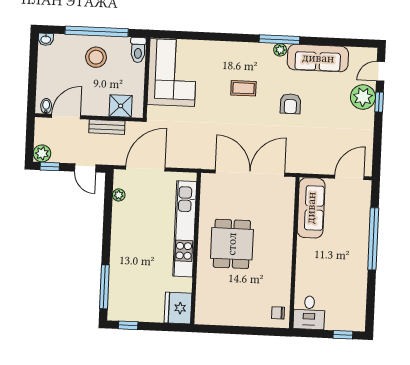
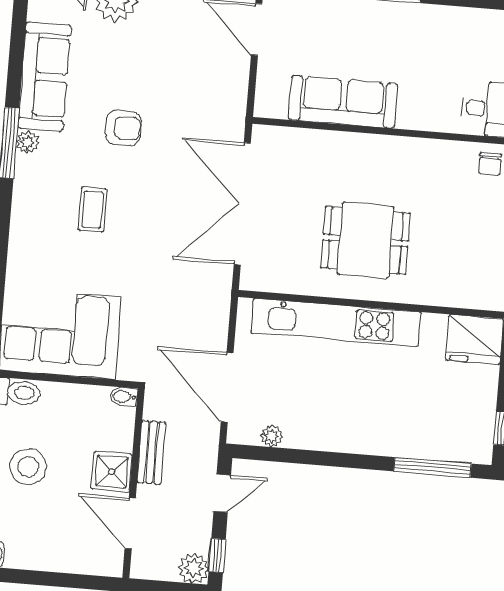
bidet: (46, 106) -> (124, 397), moved
shower: (121, 106) -> (112, 472), moved
sofa: (311, 208) -> (343, 102), moved

